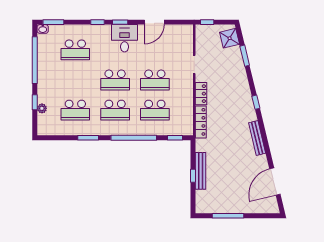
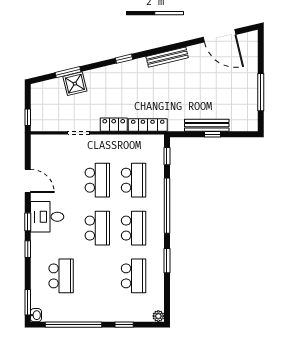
shower: (230, 38) -> (75, 84), moved
plant: (42, 108) -> (158, 316), moved

